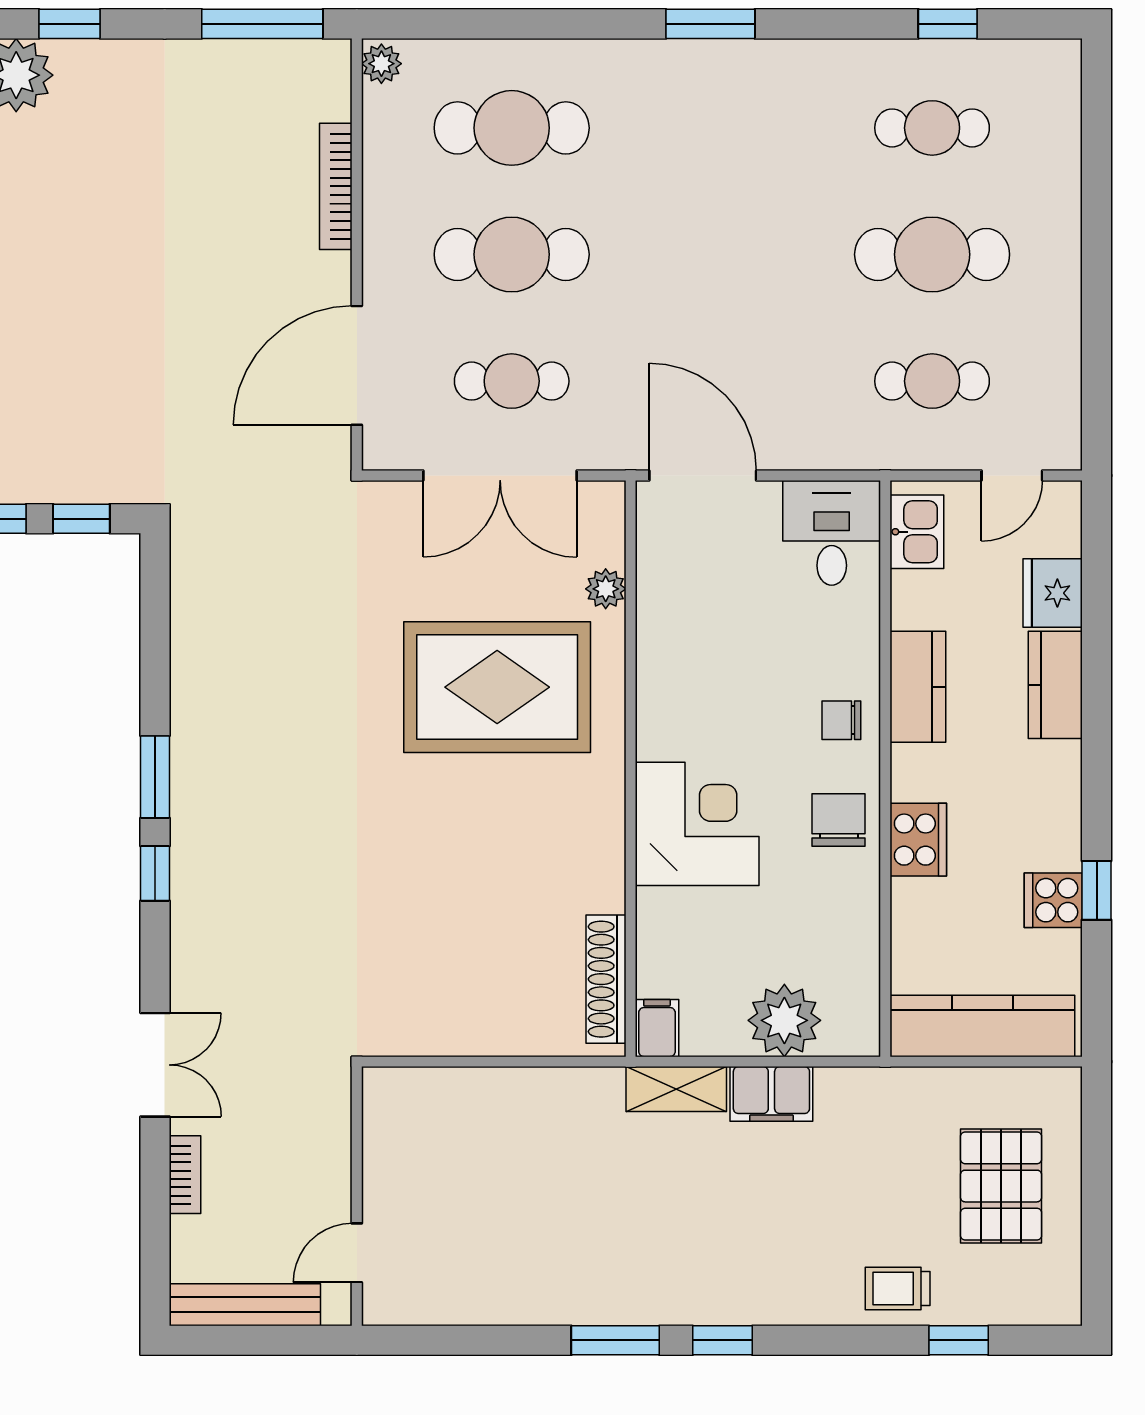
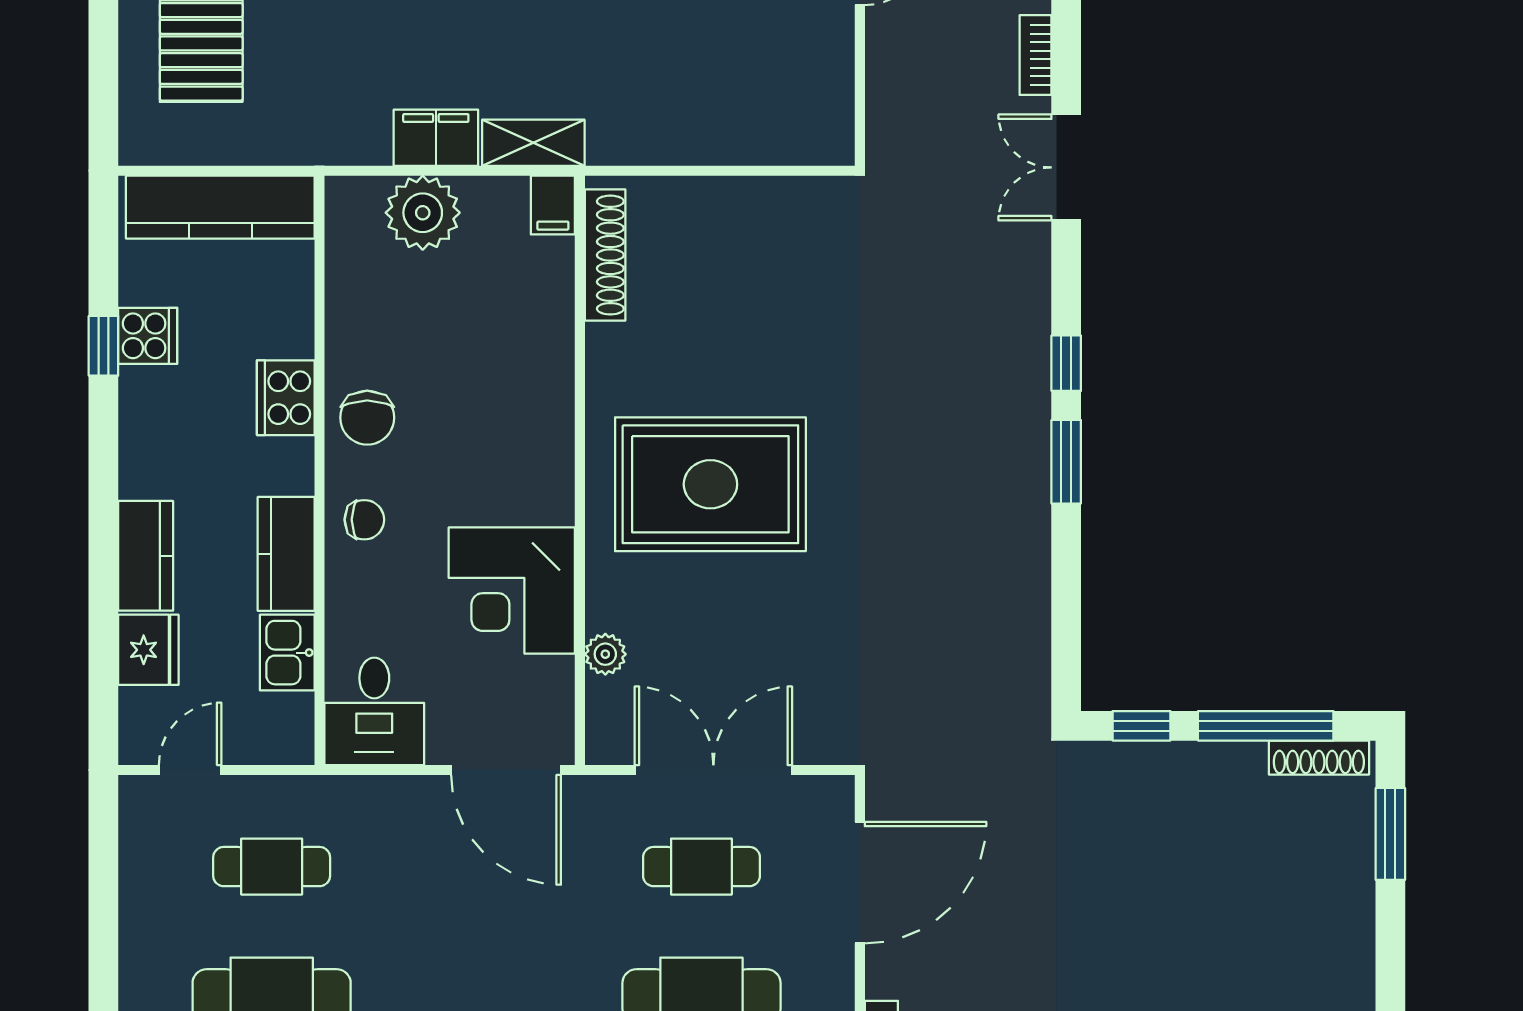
kitchen sink: (917, 532) -> (287, 653), moved
rug: (497, 687) -> (710, 484), moved
corner desk: (697, 824) -> (512, 591), moved

